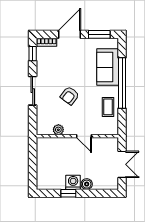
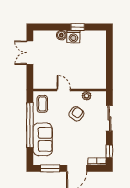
plant: (58, 130) -> (87, 96), moved
wall: (77, 136) -> (70, 90), moved
door: (84, 136) -> (64, 90), moved

